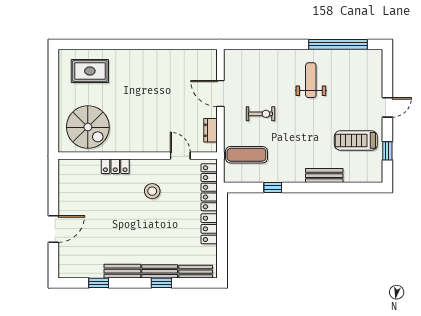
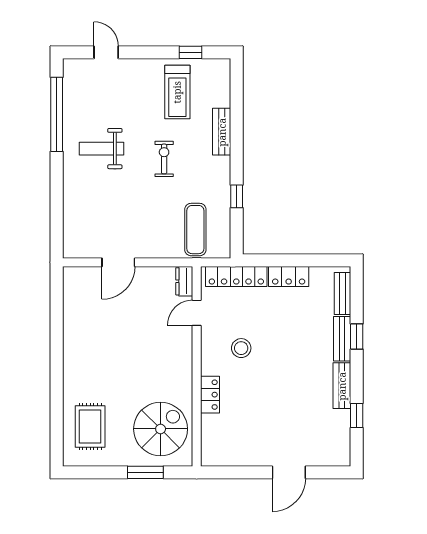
door: (387, 107) -> (106, 52), moved
exercise bike: (261, 114) -> (164, 159), moved
window: (53, 115) -> (145, 472), added
dresser: (211, 130) -> (184, 281), moved, turned 90
door: (53, 229) -> (289, 472), swing flipped

